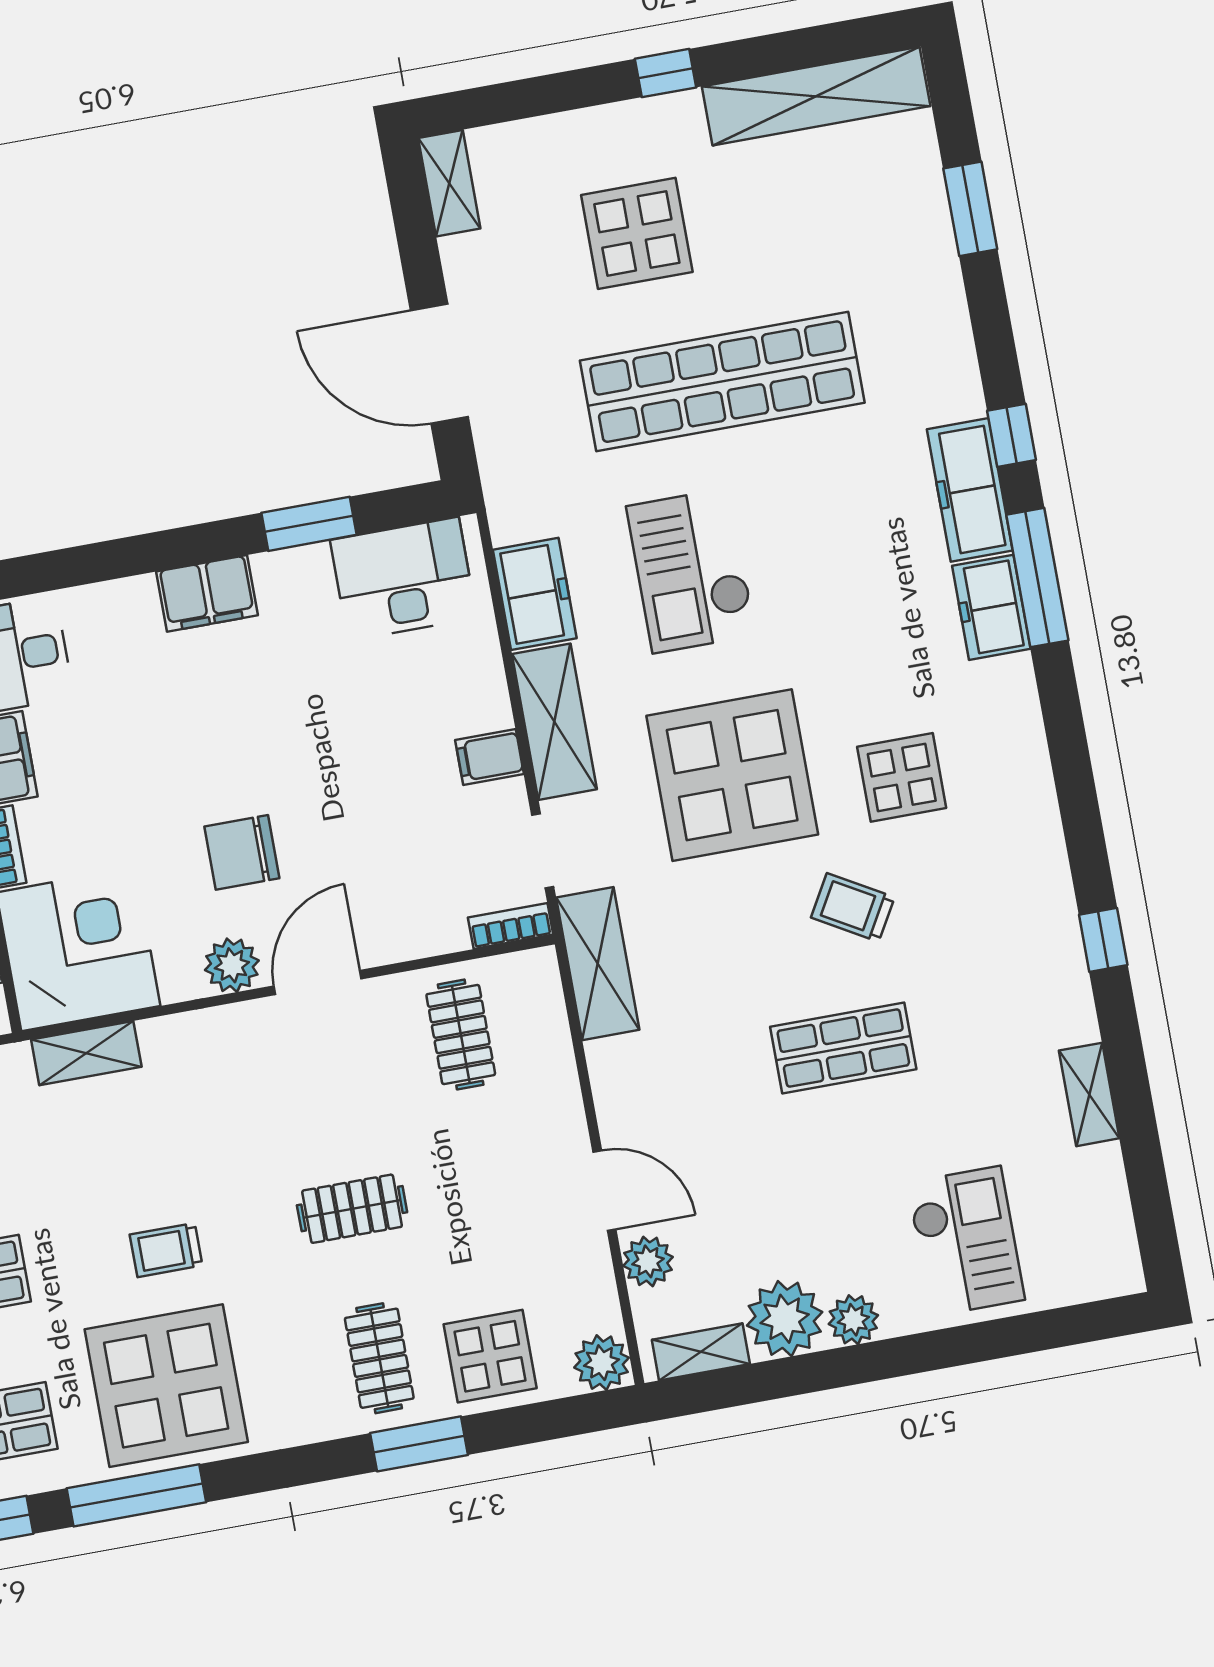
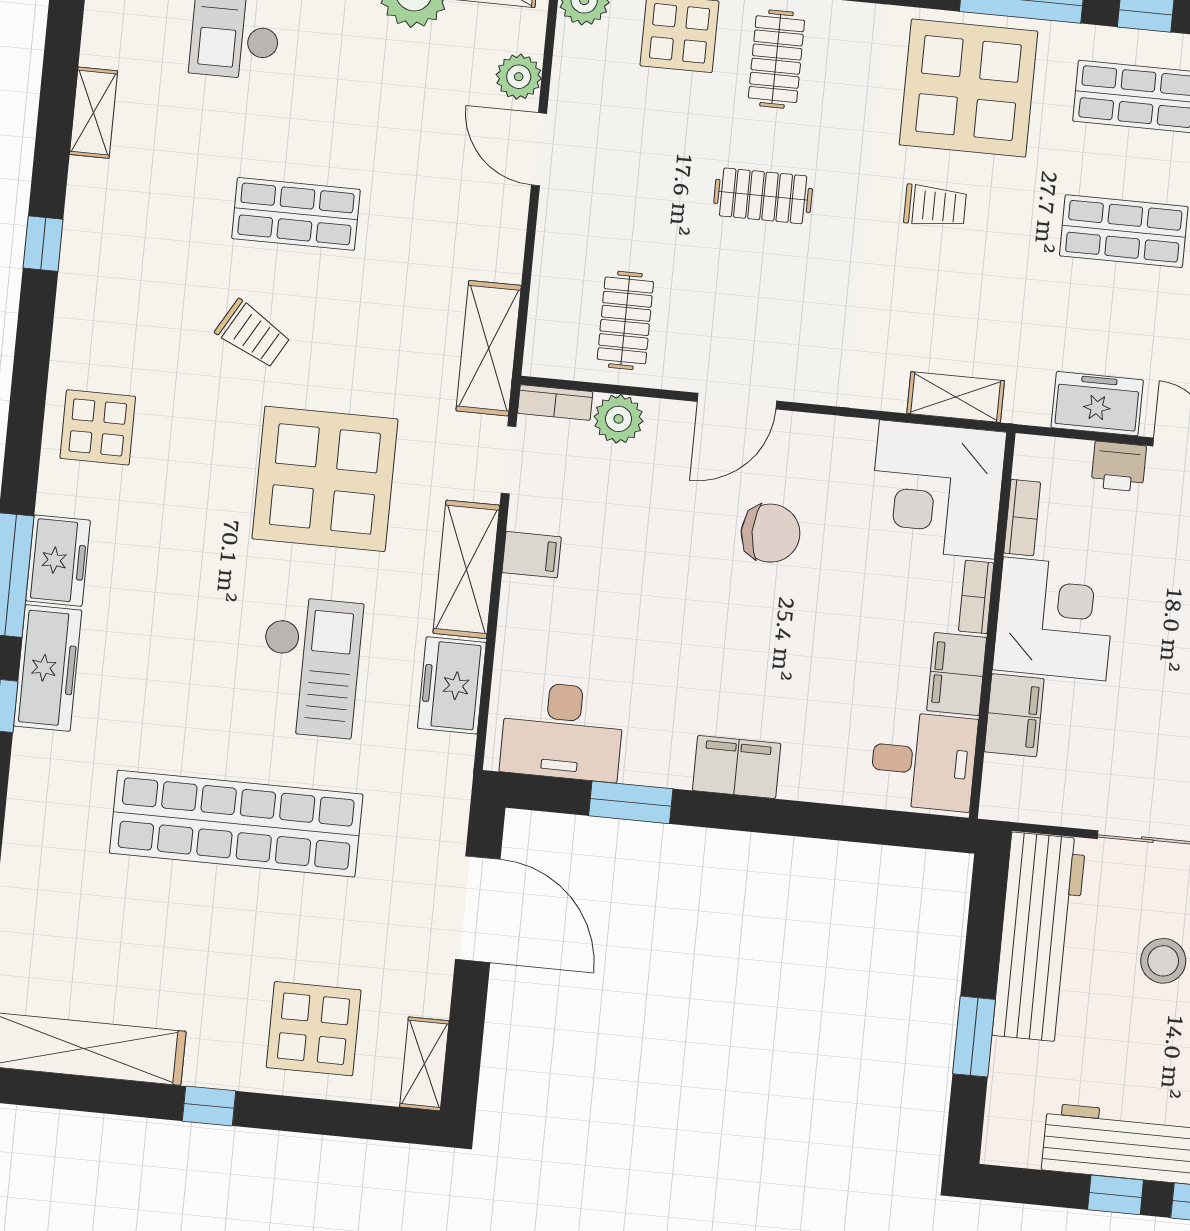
display table: (637, 233) -> (314, 1029), moved
display table: (902, 777) -> (98, 427), moved
plant: (232, 965) -> (619, 419), moved

